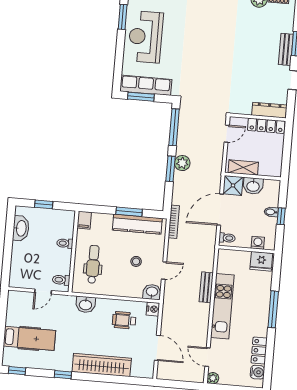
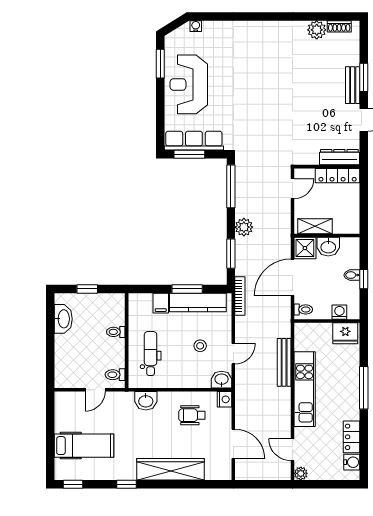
window: (171, 169) -> (231, 254), moved
filing cabinet: (84, 220) -> (161, 303), moved
bench: (206, 287) -> (284, 362), width x1.36

